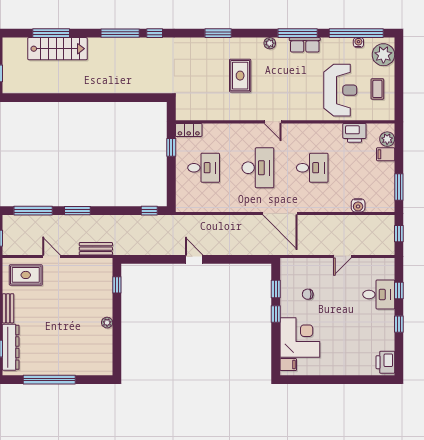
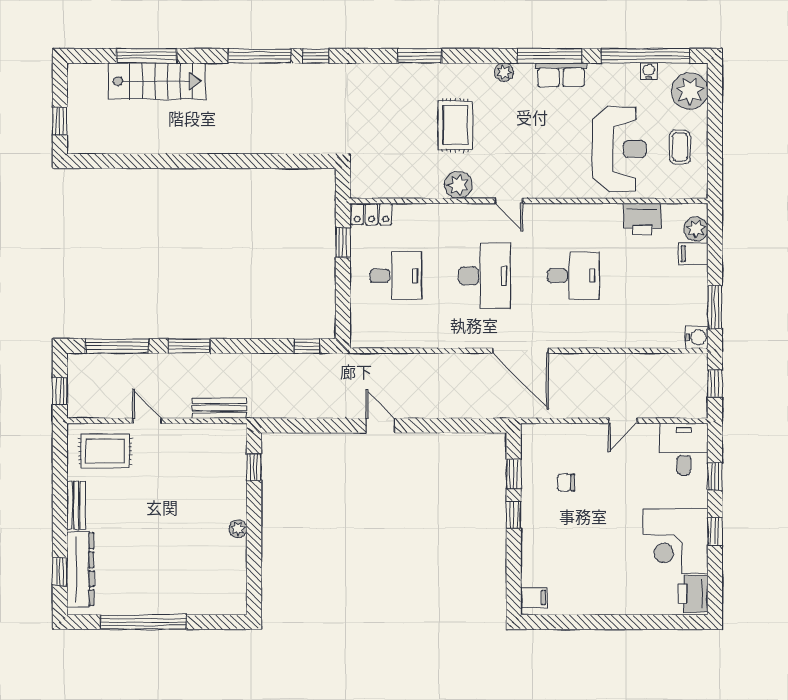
plant: (242, 112) -> (458, 185), added
water cooler: (358, 205) -> (697, 337), moved, turned -90
desk: (379, 294) -> (684, 449), moved, turned -90
corner desk: (300, 337) -> (675, 541), moved, turned 180

